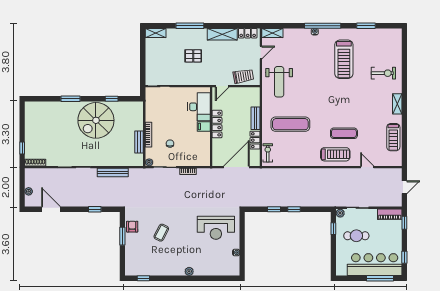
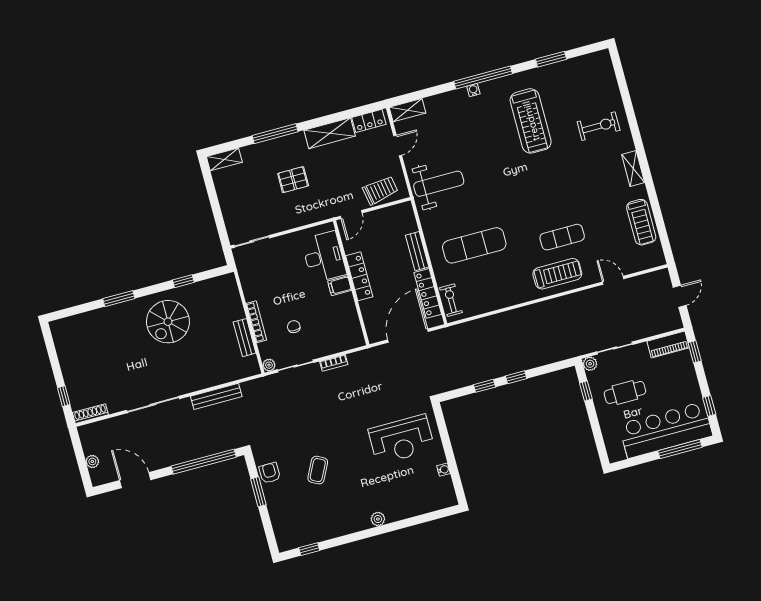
weight bench: (279, 82) -> (439, 184), turned -90
spiral stairs: (96, 120) -> (168, 322), width x0.73, depth x0.73
locker: (255, 140) -> (428, 293), width x1.53
window: (95, 209) -> (204, 462), width x3.17

